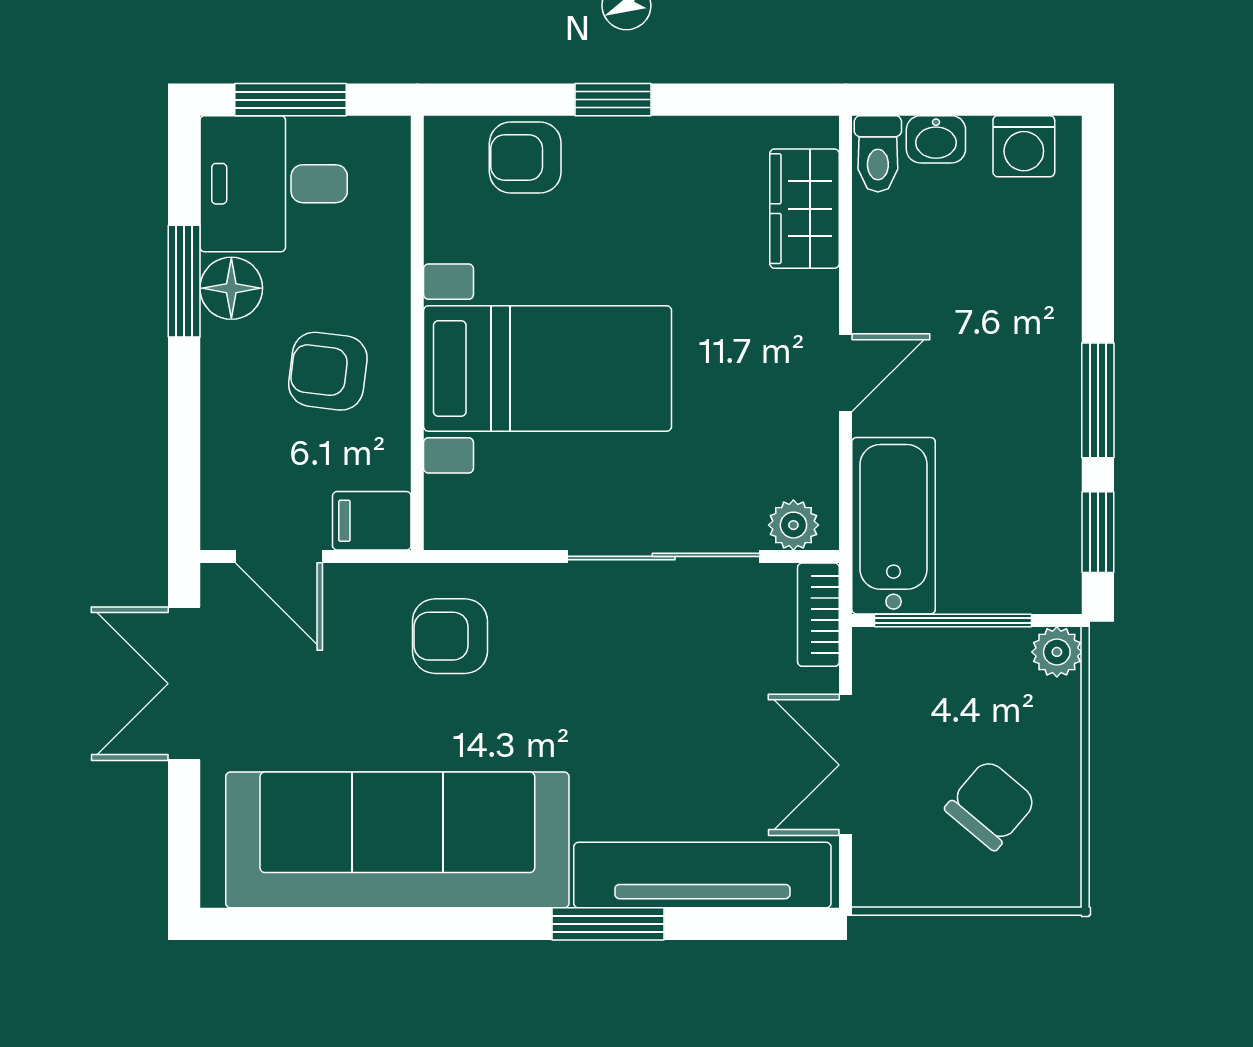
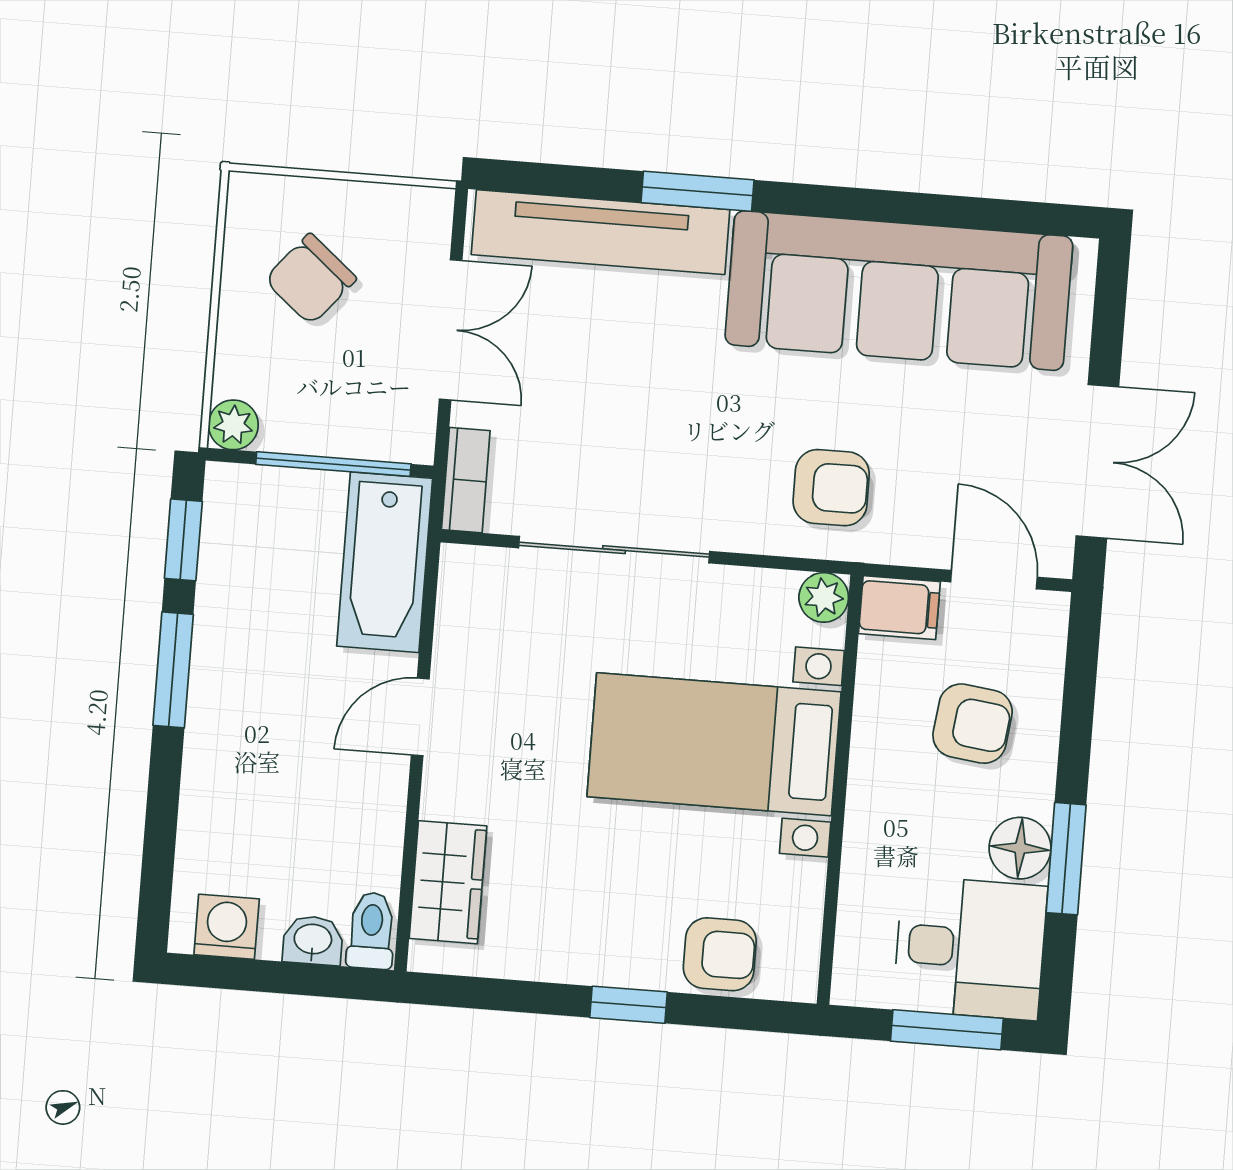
armchair: (328, 371) -> (973, 724), moved
plant: (793, 525) -> (824, 597), moved

